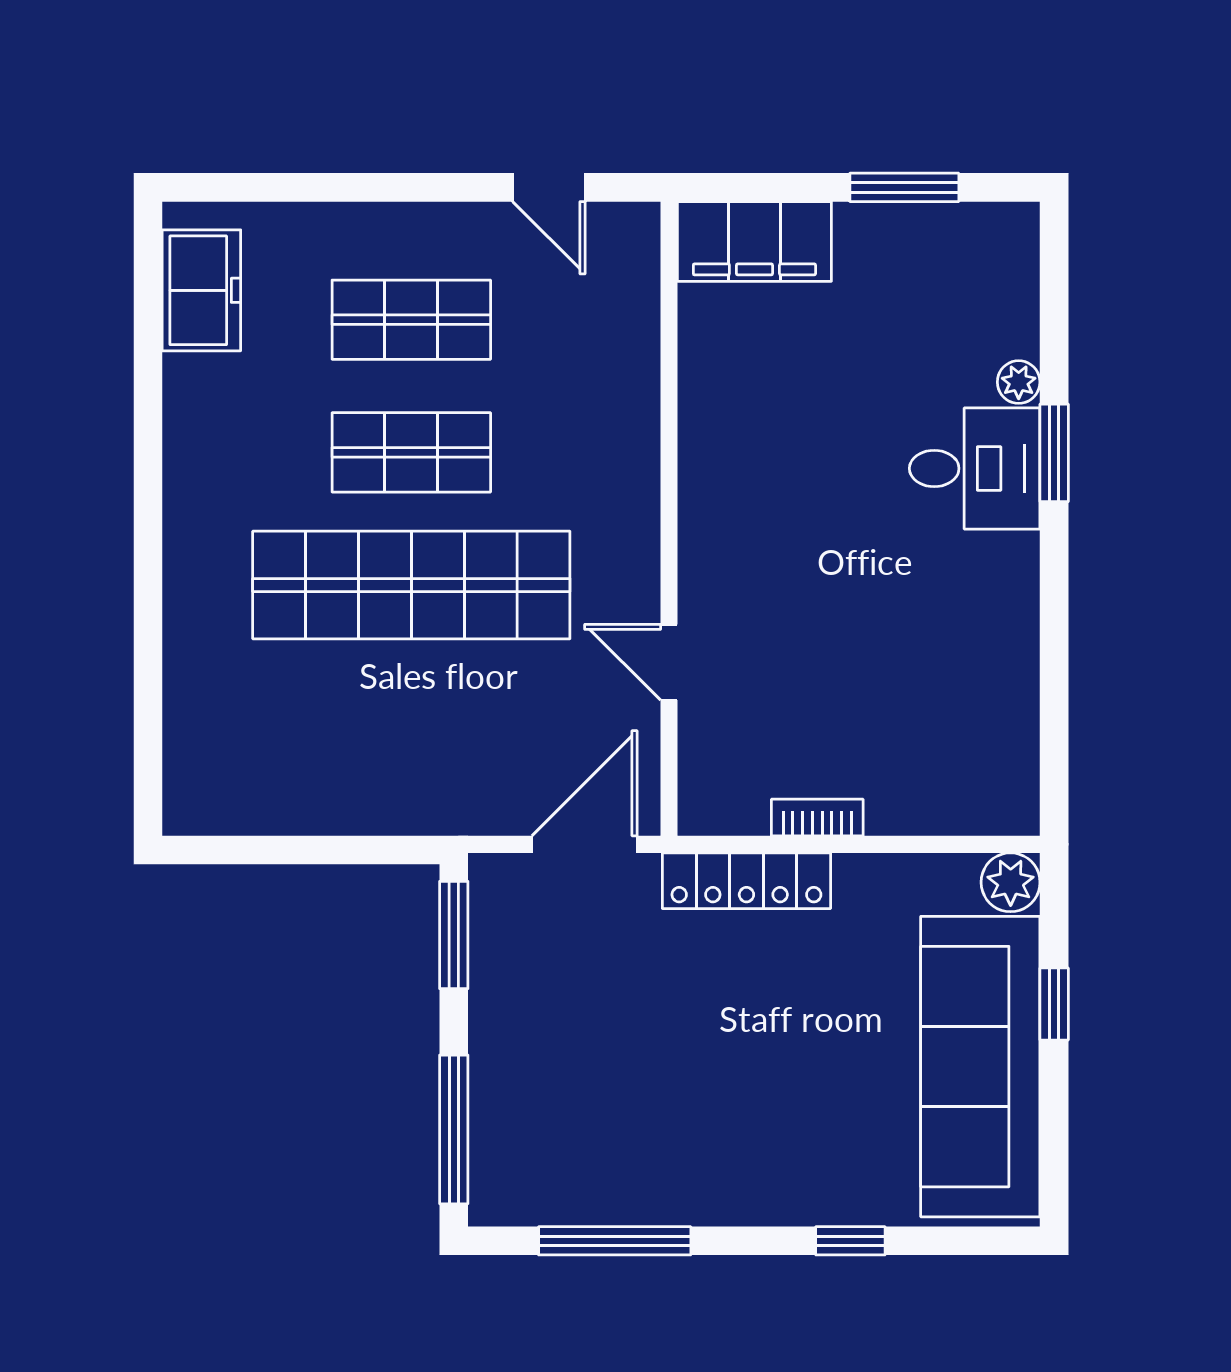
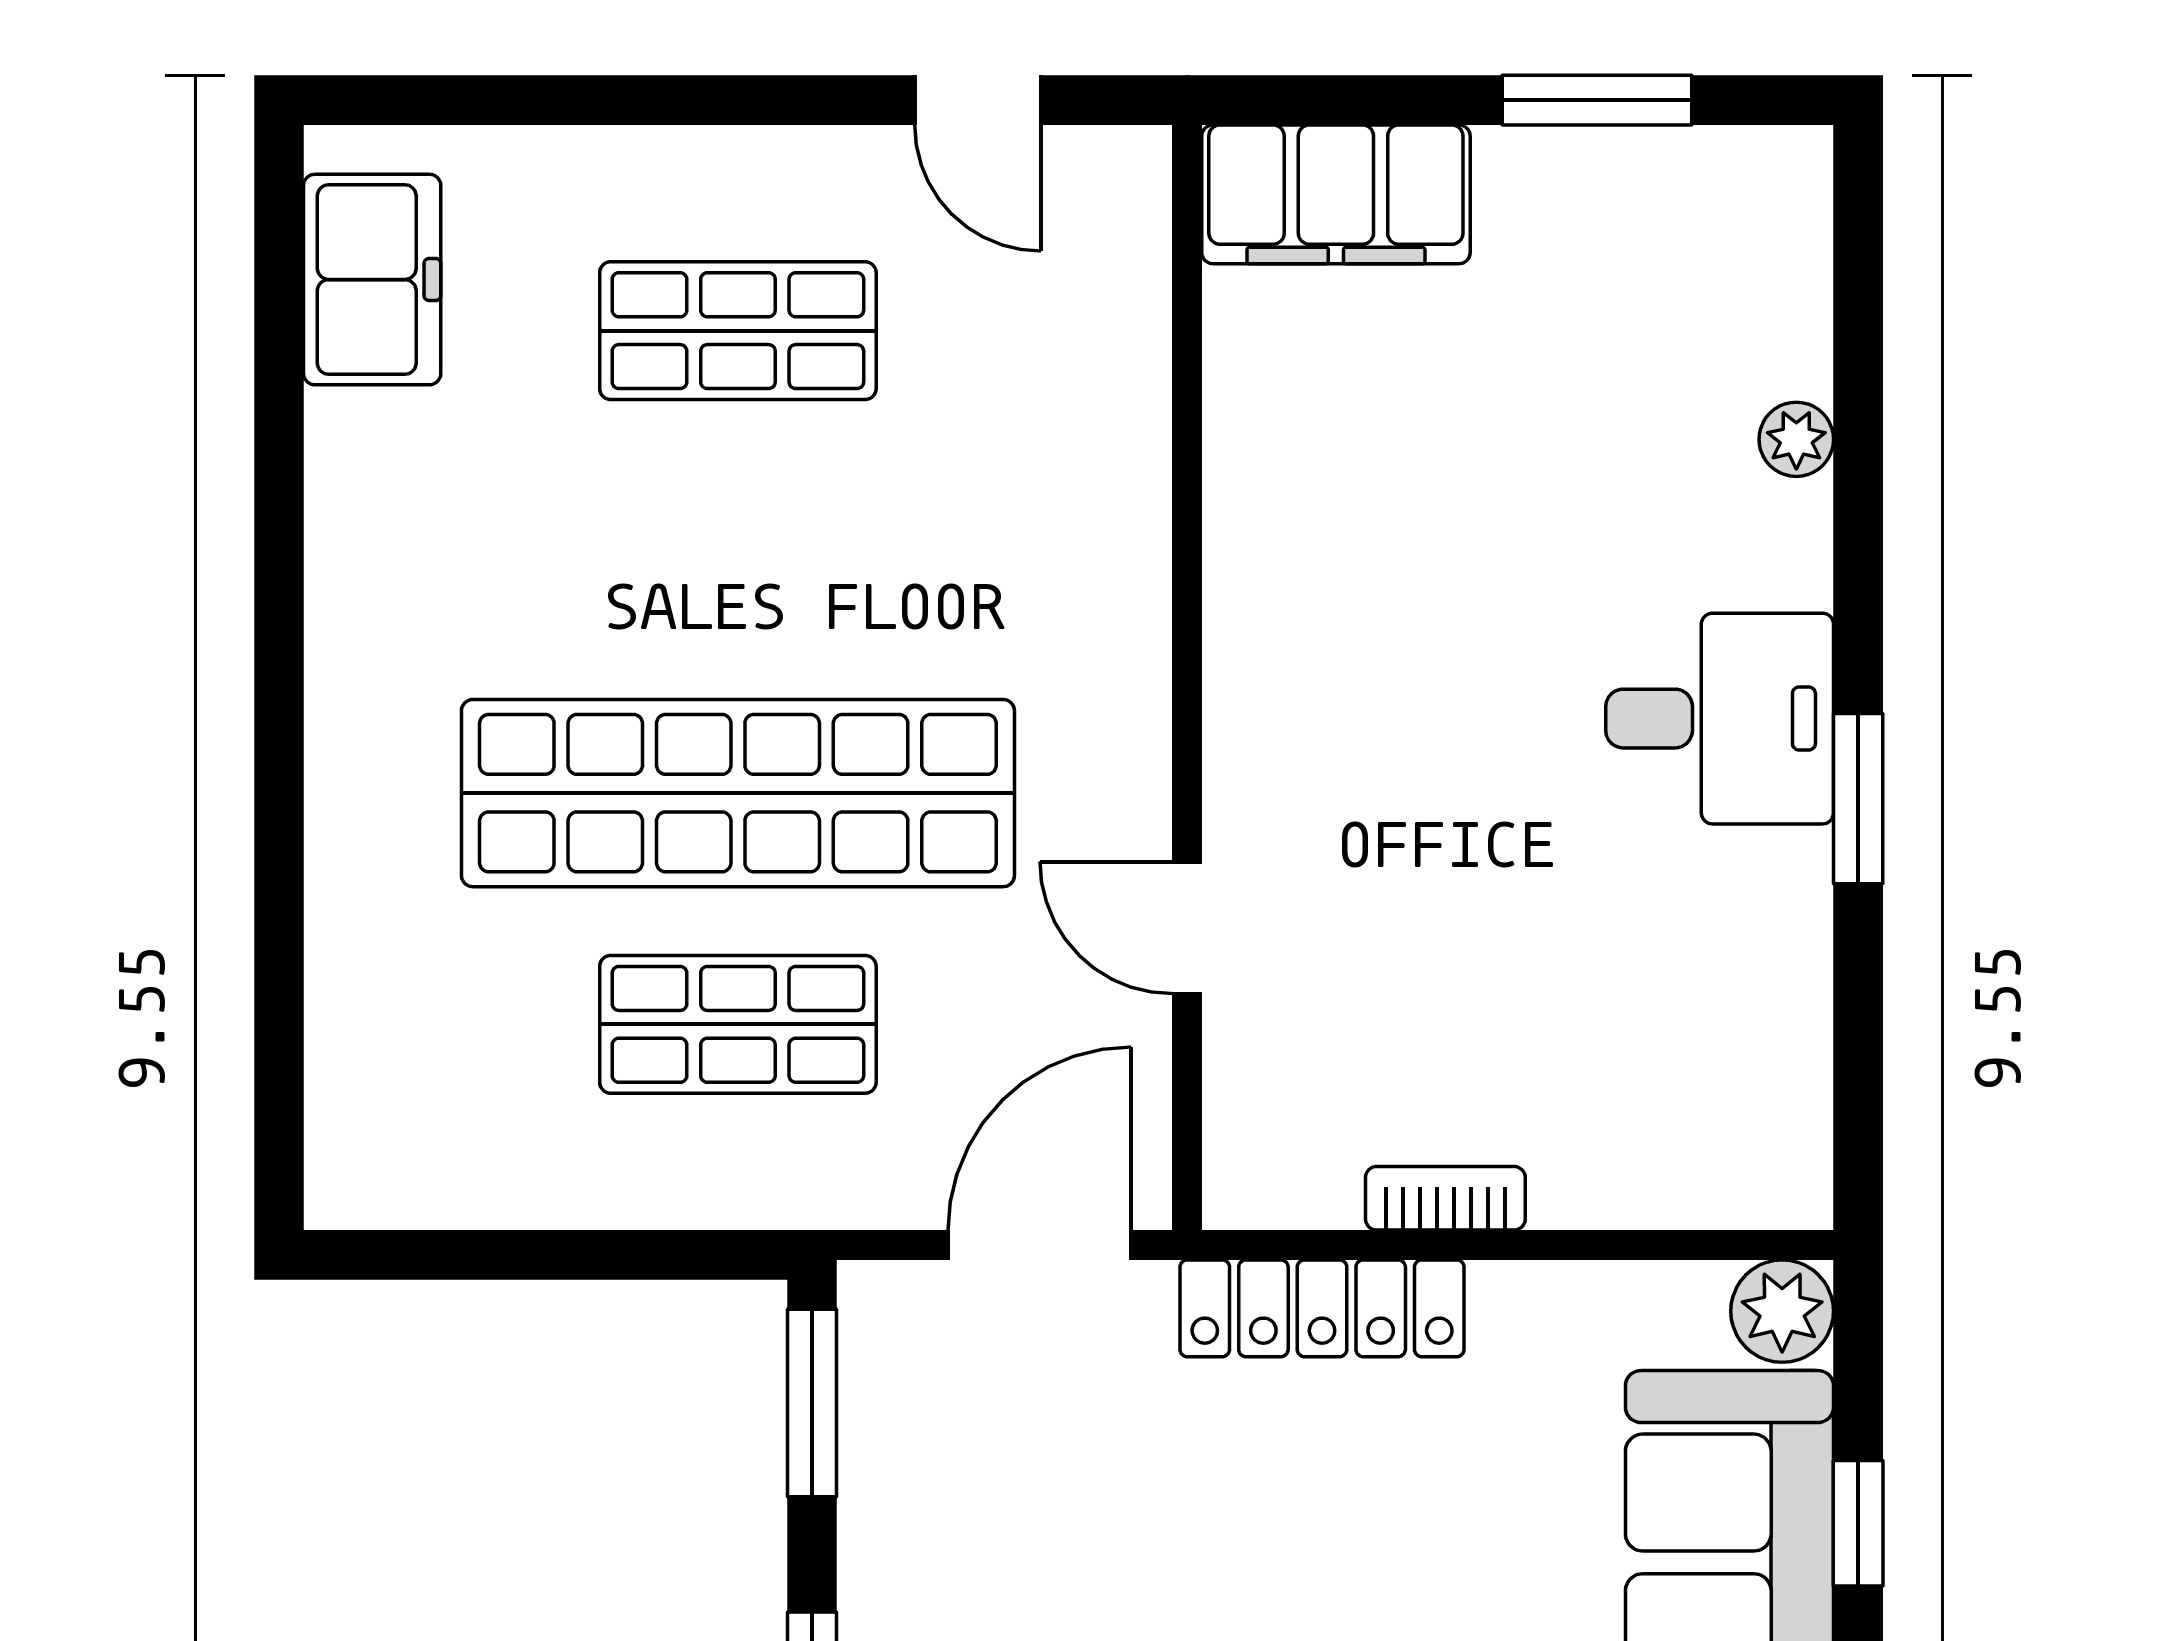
shop shelf: (411, 452) -> (738, 1024), moved
window: (1054, 453) -> (1858, 799), moved
desk: (975, 468) -> (1720, 719), moved

